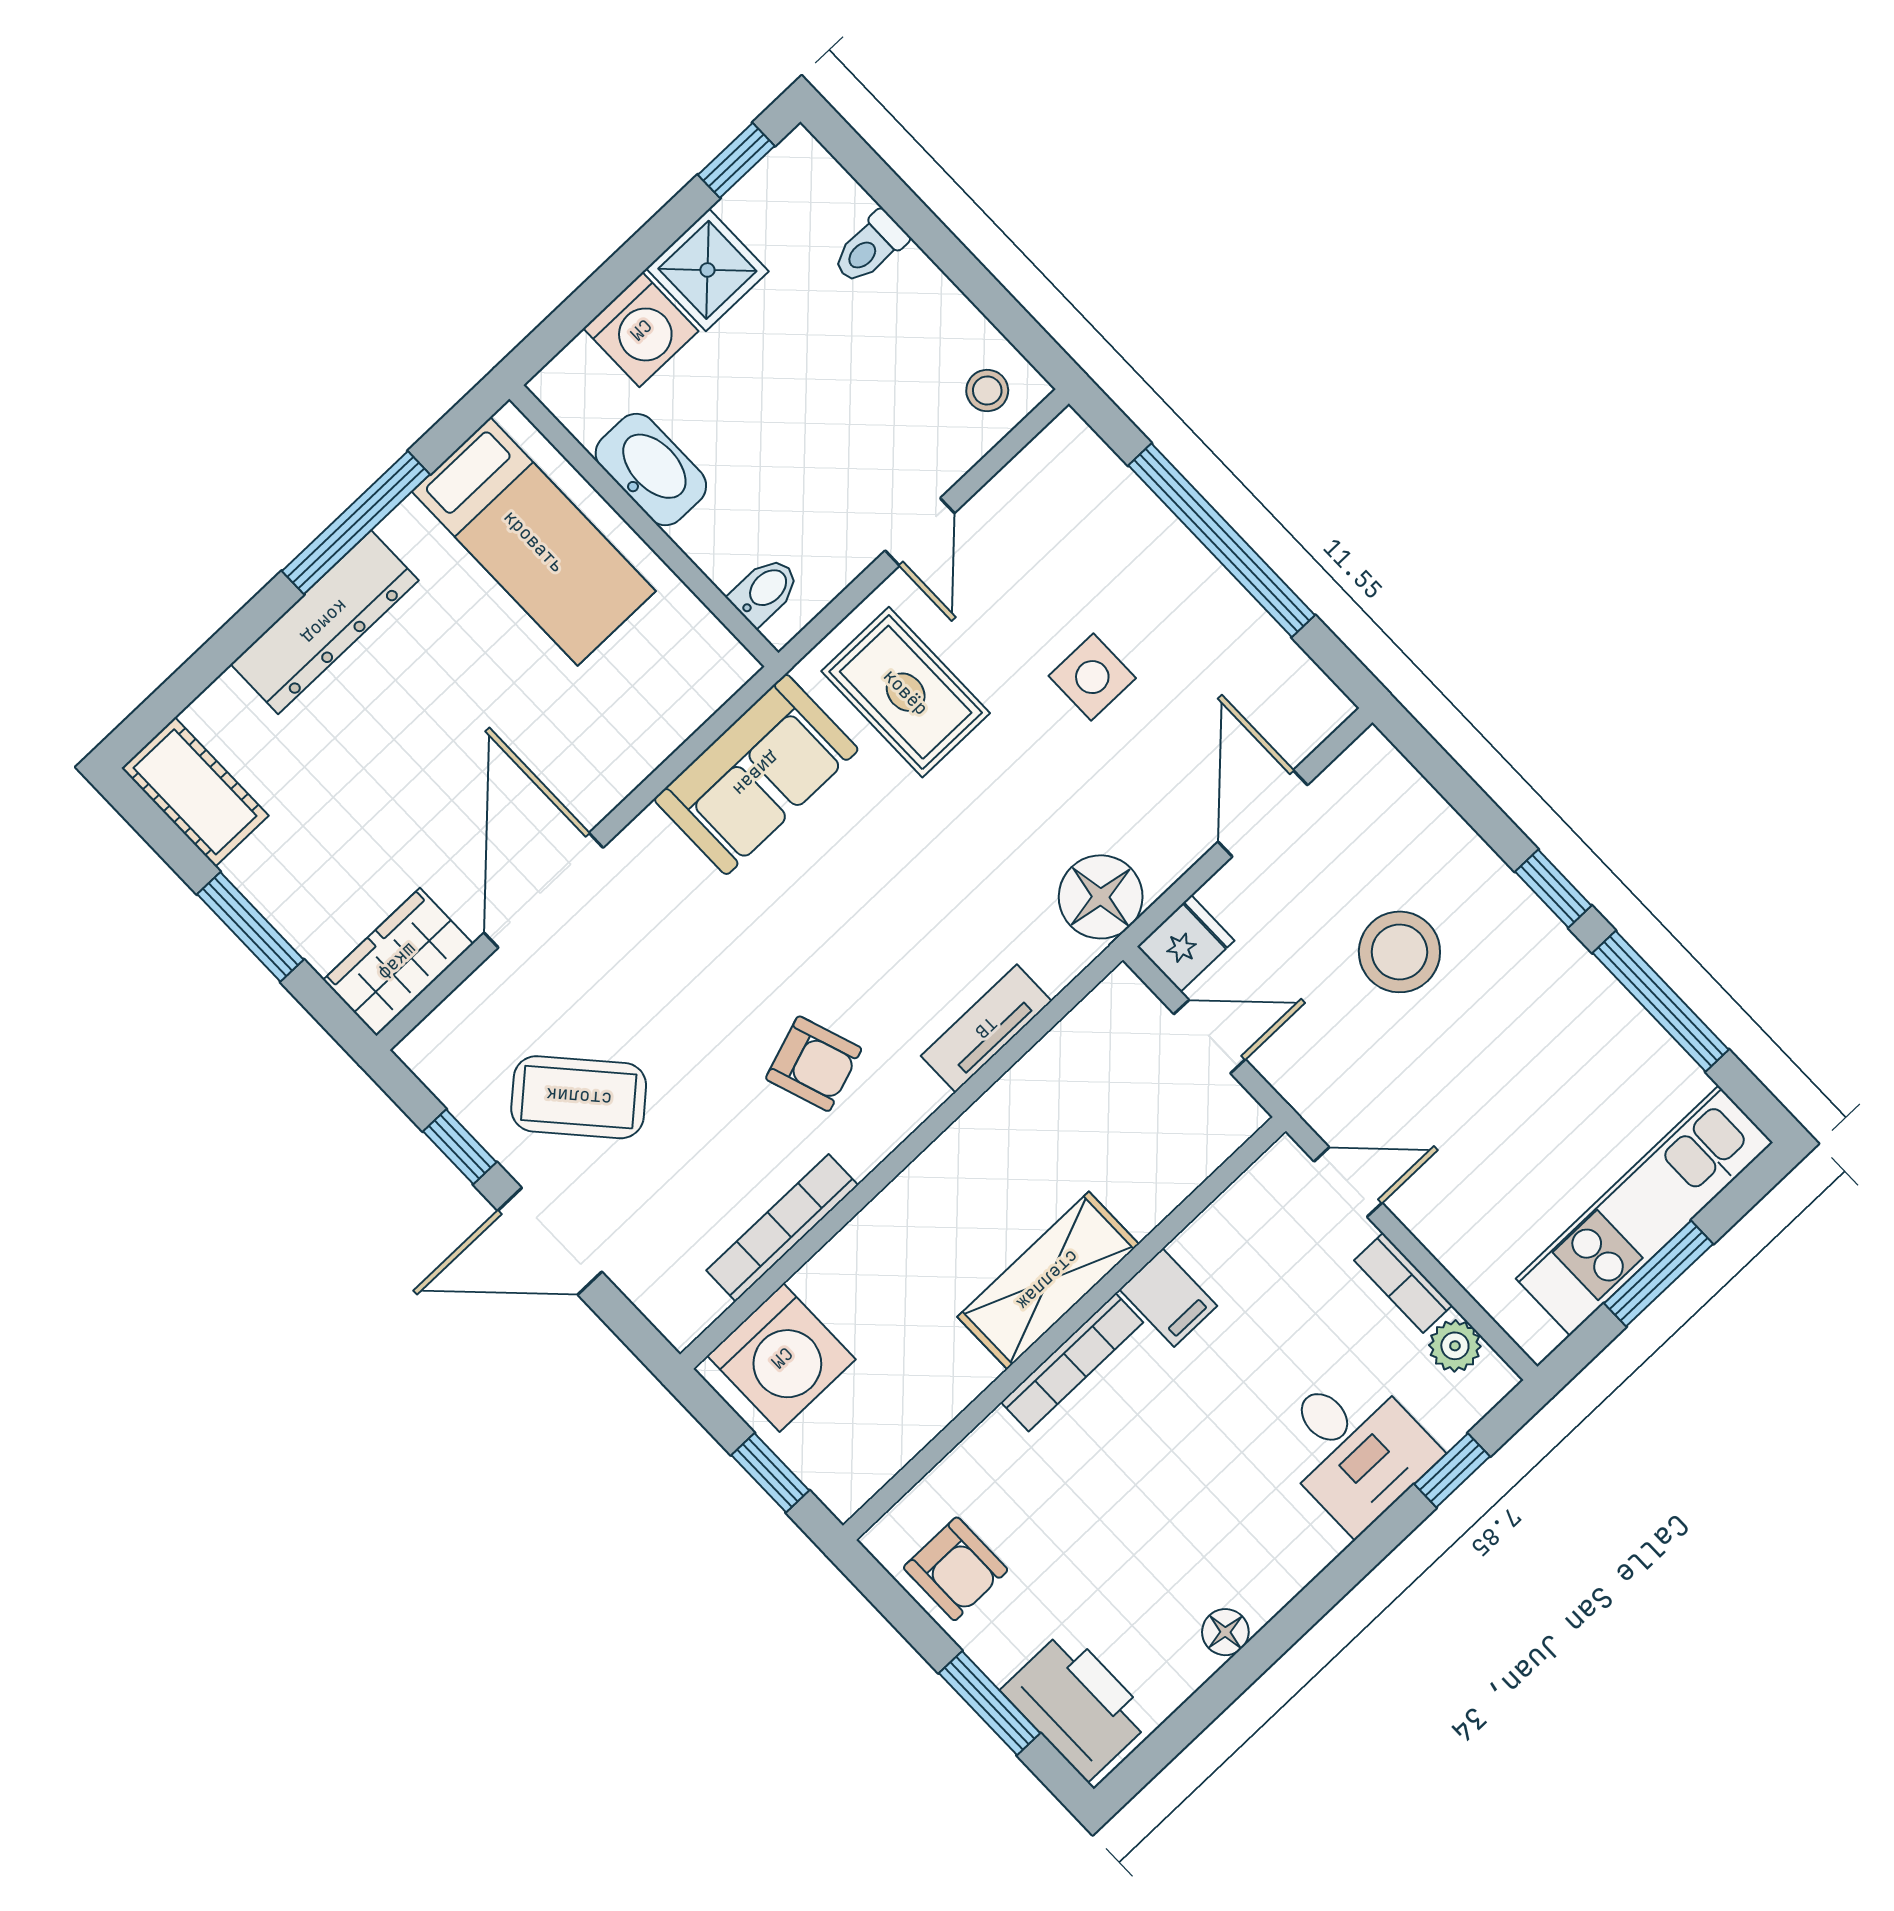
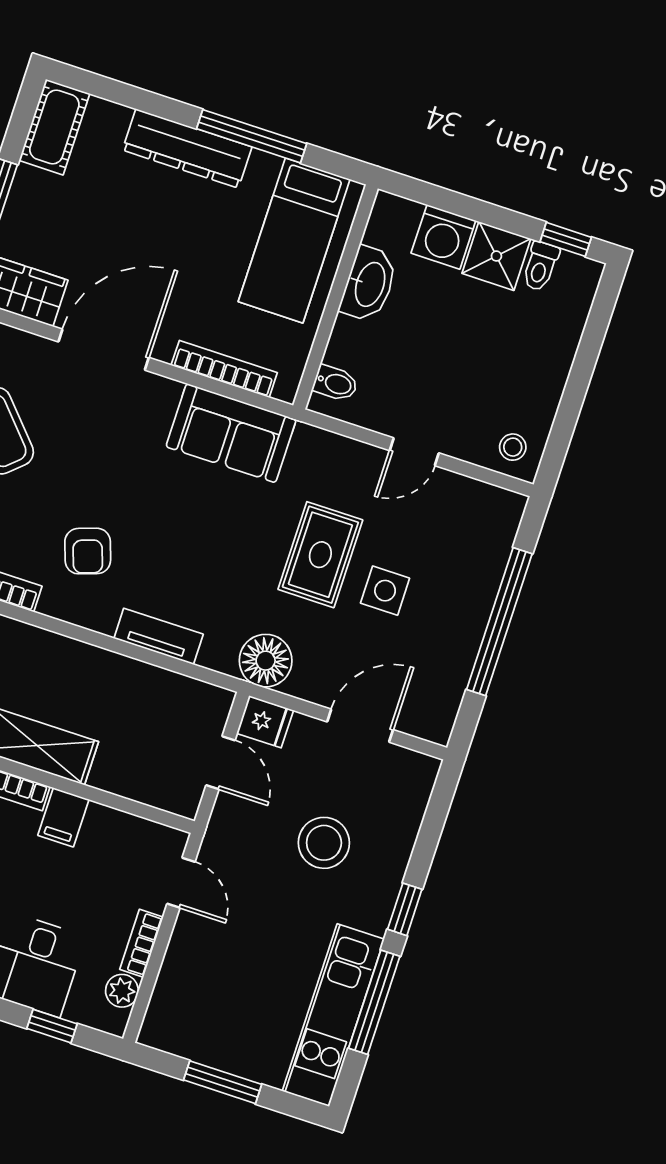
toilet: (870, 248) -> (540, 266), moved, turned -90
rug: (906, 692) -> (320, 555), moved
bookcase: (661, 736) -> (224, 369), added
kitchen unit: (1644, 1211) -> (333, 1015), moved, turned -90

